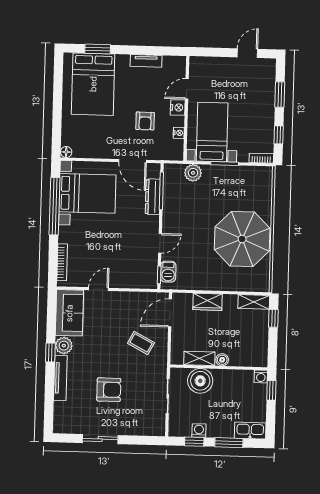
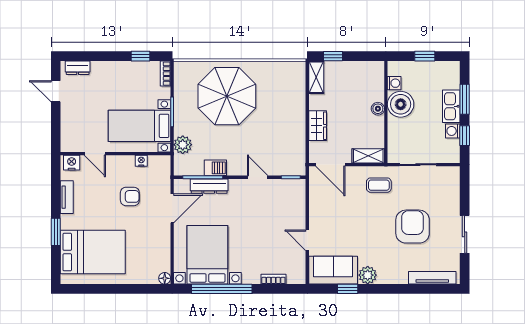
window: (98, 49) -> (56, 232), moved
dresser: (269, 75) -> (78, 68), added
window: (280, 94) -> (98, 56), removed
nightstand: (178, 108) -> (72, 163), moved
parasol: (242, 239) -> (227, 96), moved
bookcase: (62, 262) -> (273, 279), width x0.64
barbecue: (168, 272) -> (215, 168), moved
coffee table: (141, 343) -> (379, 185), moved, turned 62
window: (50, 353) -> (348, 289), moved
shelving: (199, 358) -> (368, 156), moved, turned 90
washing machine: (261, 376) -> (394, 83), moved
tv unit: (60, 378) -> (432, 278), moved
boiler: (200, 381) -> (401, 104), moved
armchair: (109, 390) -> (413, 227), width x1.36, depth x1.36
window: (271, 390) -> (425, 56), moved
kitchen sink: (250, 431) -> (451, 106), moved

